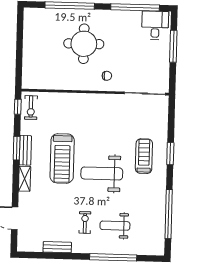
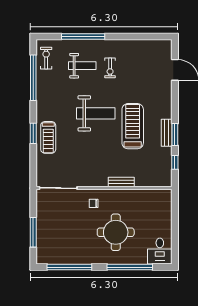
desk: (155, 25) -> (160, 251), moved
window: (18, 107) -> (175, 162), moved
exercise bike: (31, 108) -> (46, 58), moved
treadmill: (144, 156) -> (48, 137), moved
shelving: (25, 179) -> (167, 107), removed
bench: (57, 247) -> (121, 182), moved

